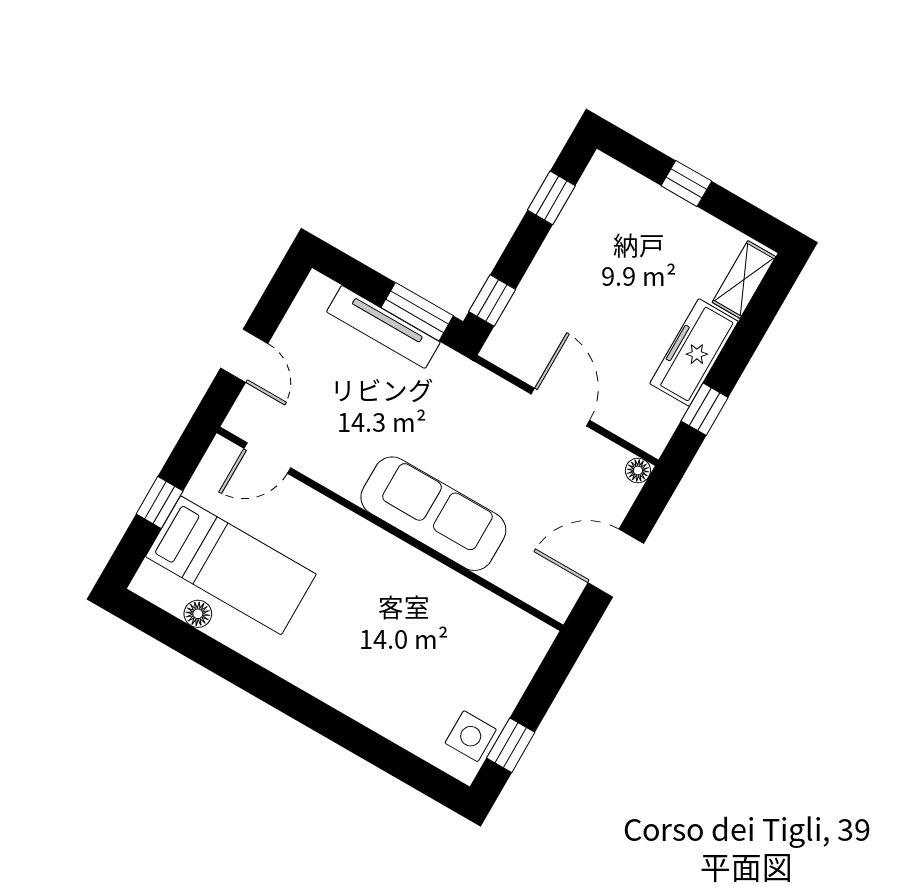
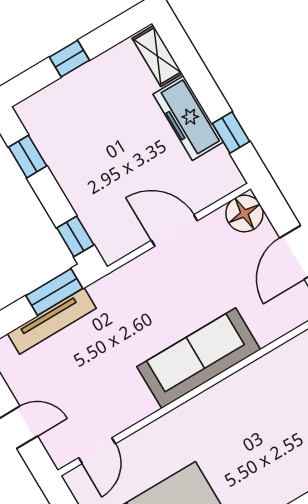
floor lamp: (638, 470) -> (244, 213), width x1.89, depth x1.89

